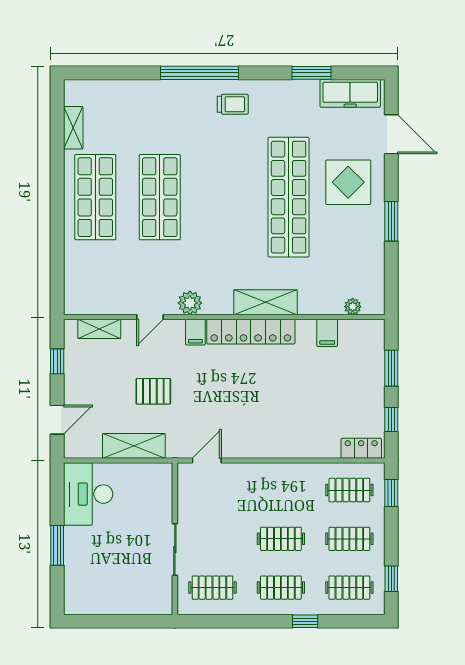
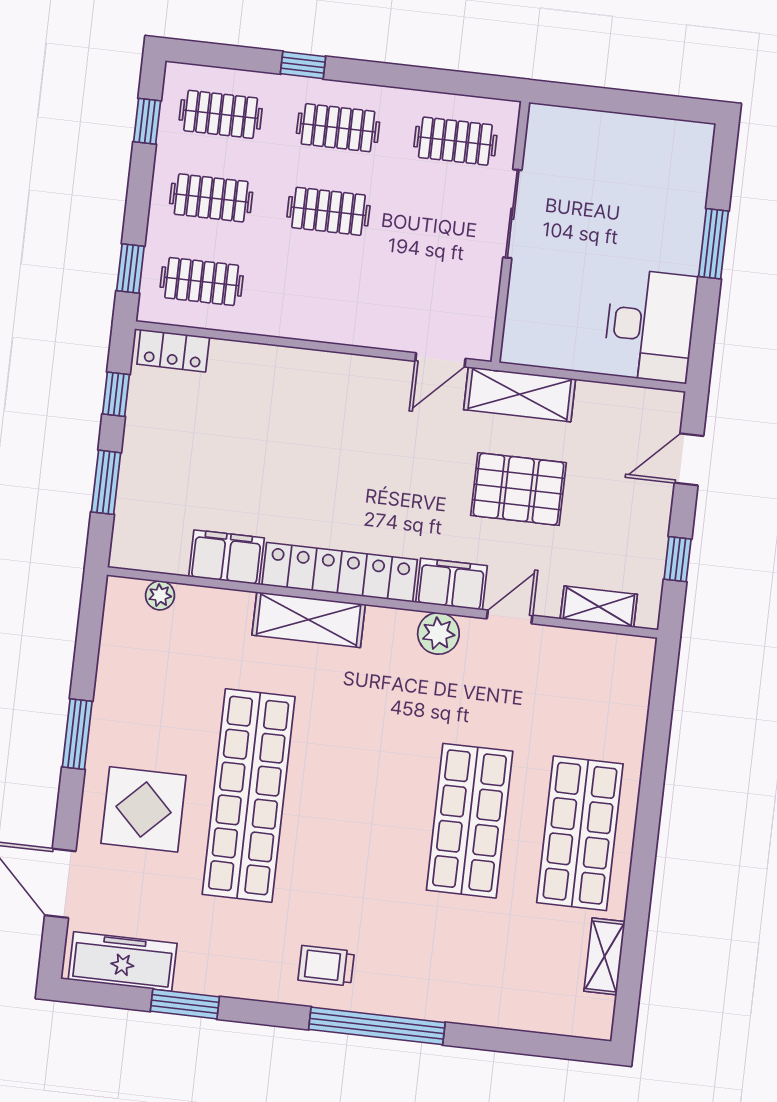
filing cabinet: (195, 332) -> (451, 584), width x2.00
filing cabinet: (327, 333) -> (226, 557), width x2.00
pallet: (153, 391) -> (518, 489), width x1.50, depth x1.42
shelving: (134, 446) -> (520, 394), moved

